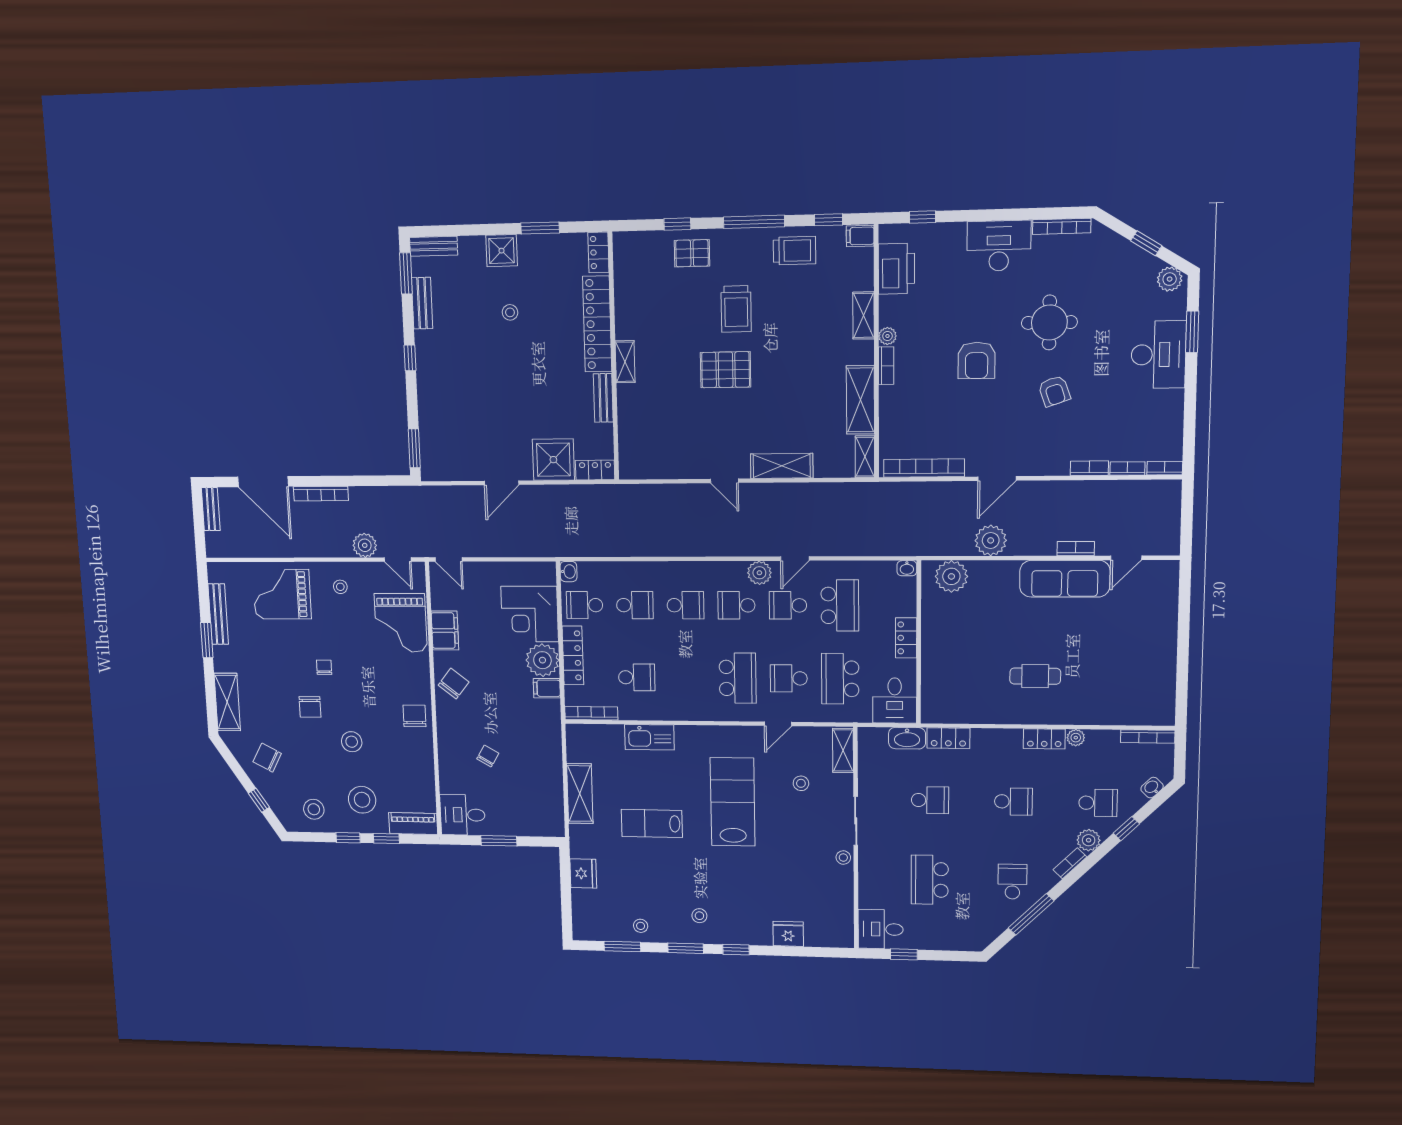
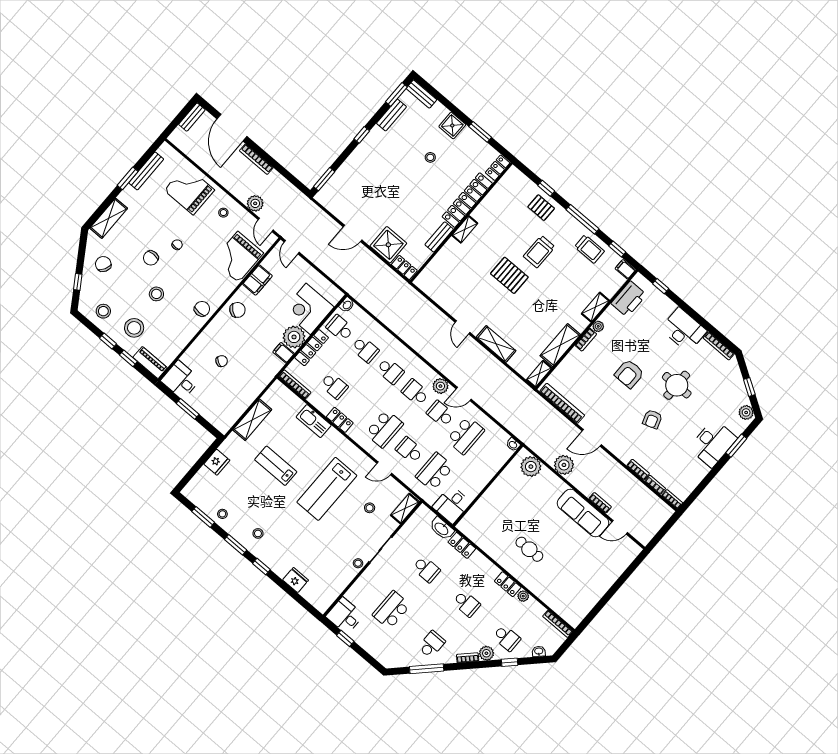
locker: (906, 638) -> (340, 420), moved, turned 90
lab bench: (733, 802) -> (327, 489), turned 180

